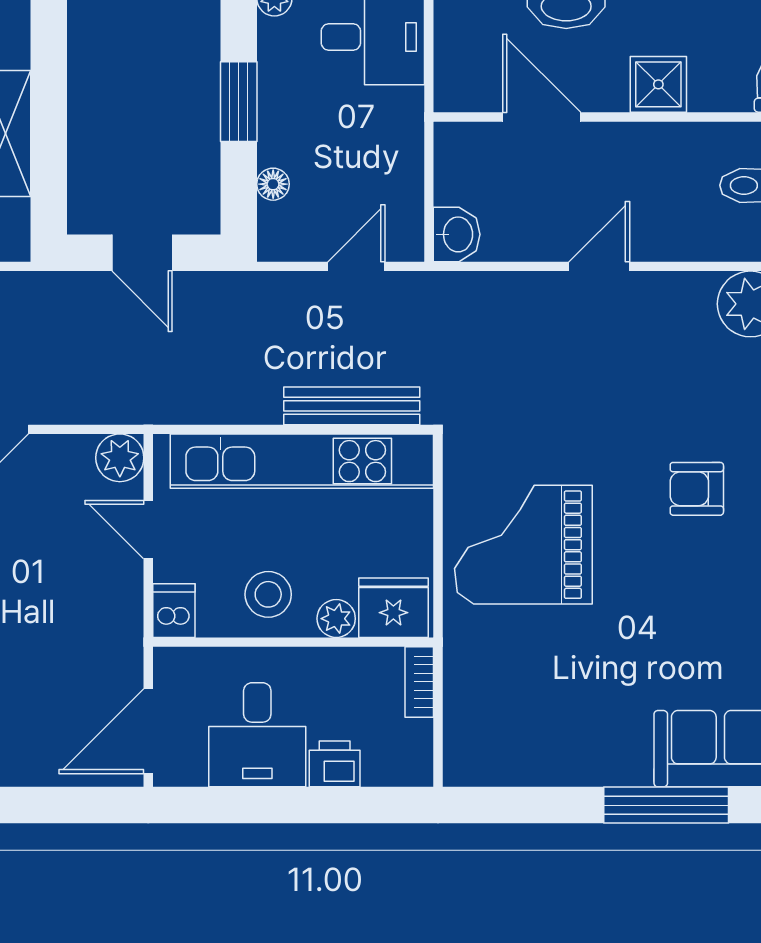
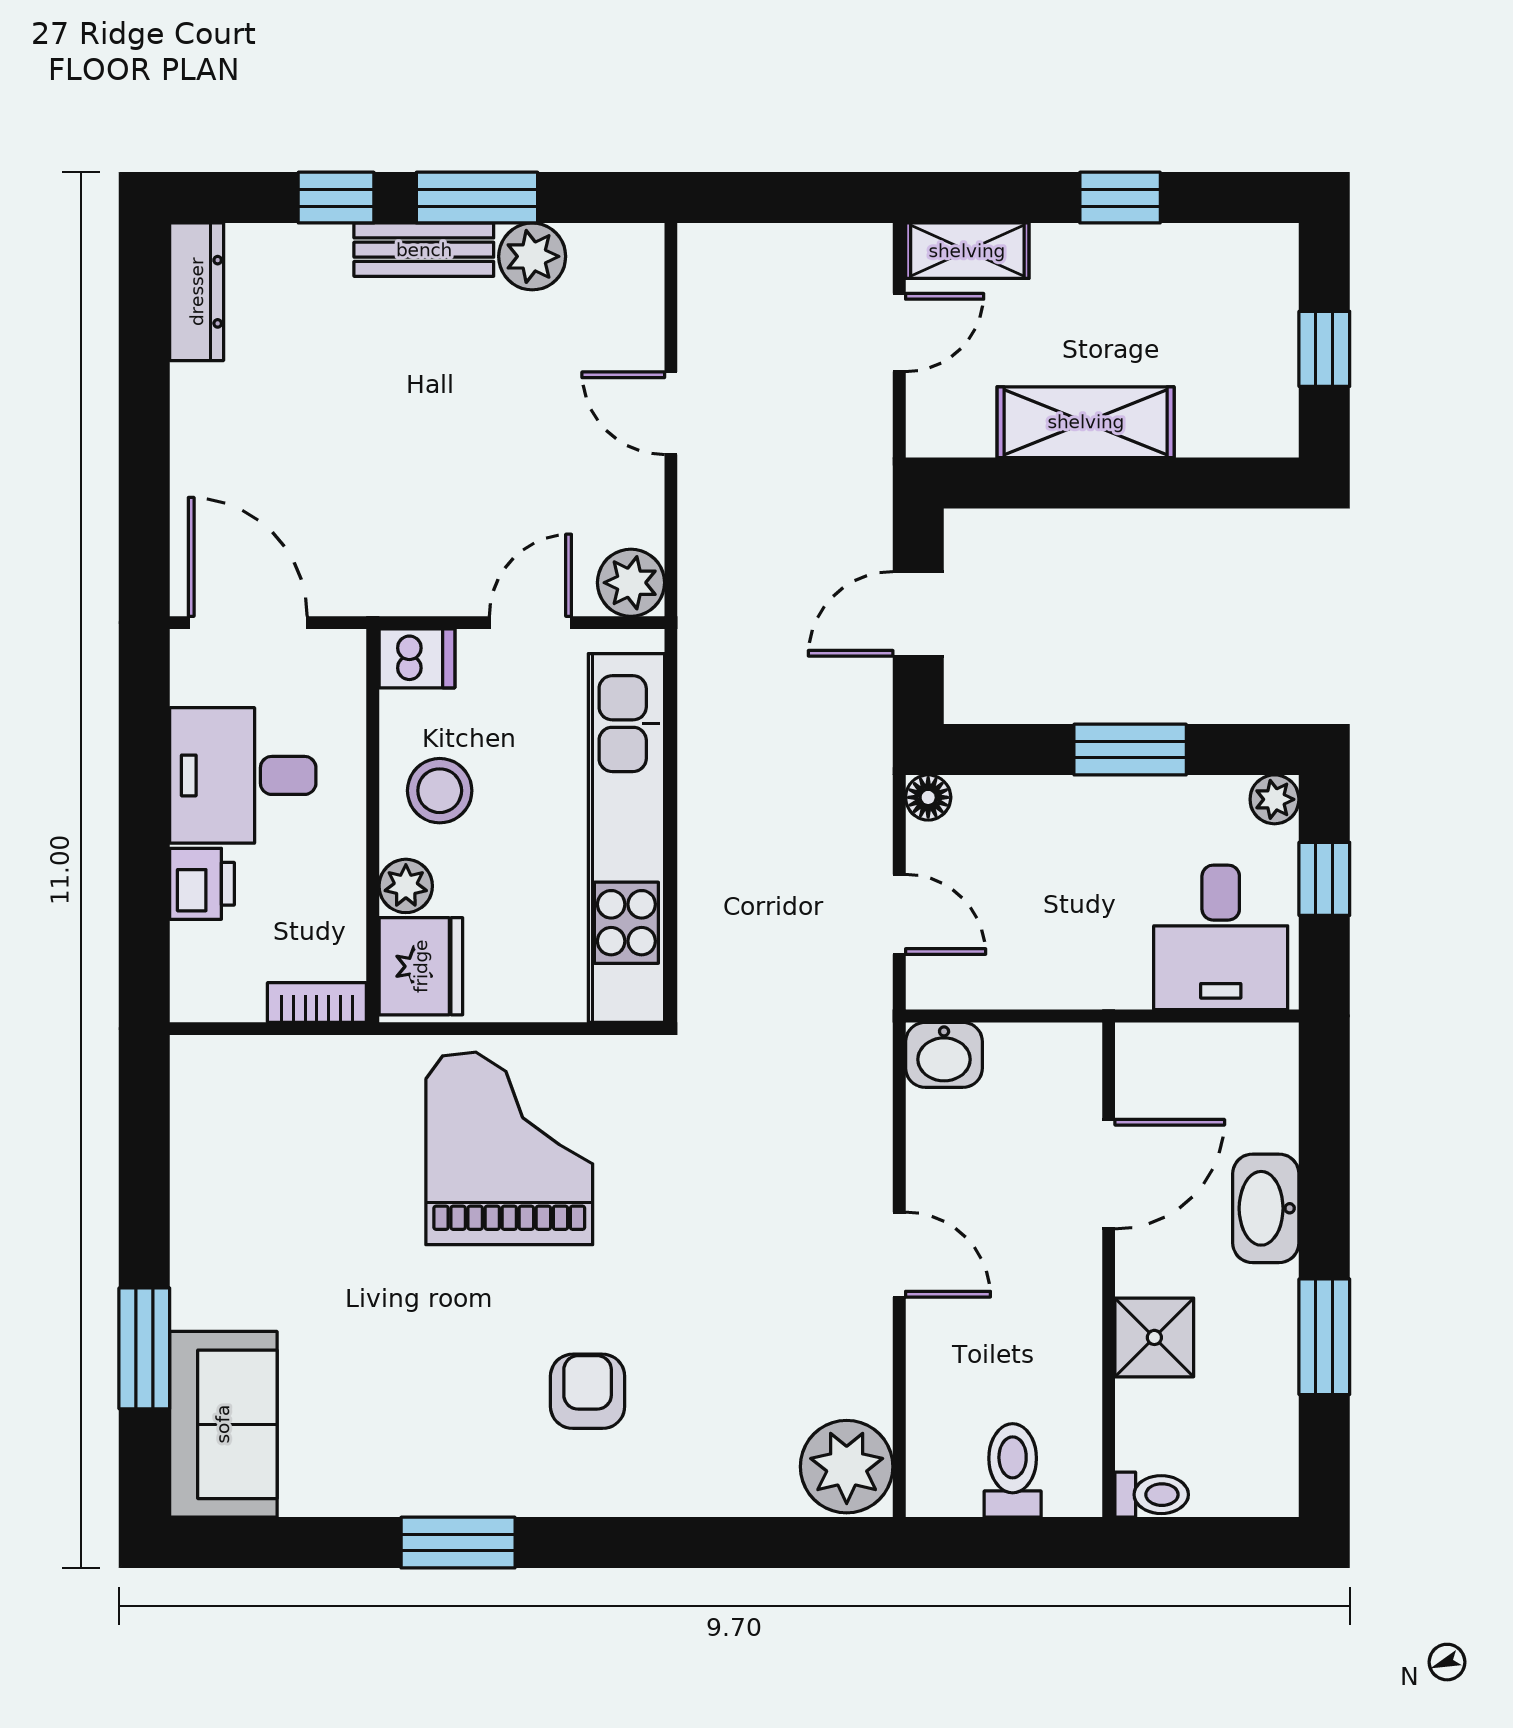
floor lamp: (273, 184) -> (928, 797), moved
bench: (352, 406) -> (704, 908), removed
window: (666, 805) -> (144, 1348), width x0.69

